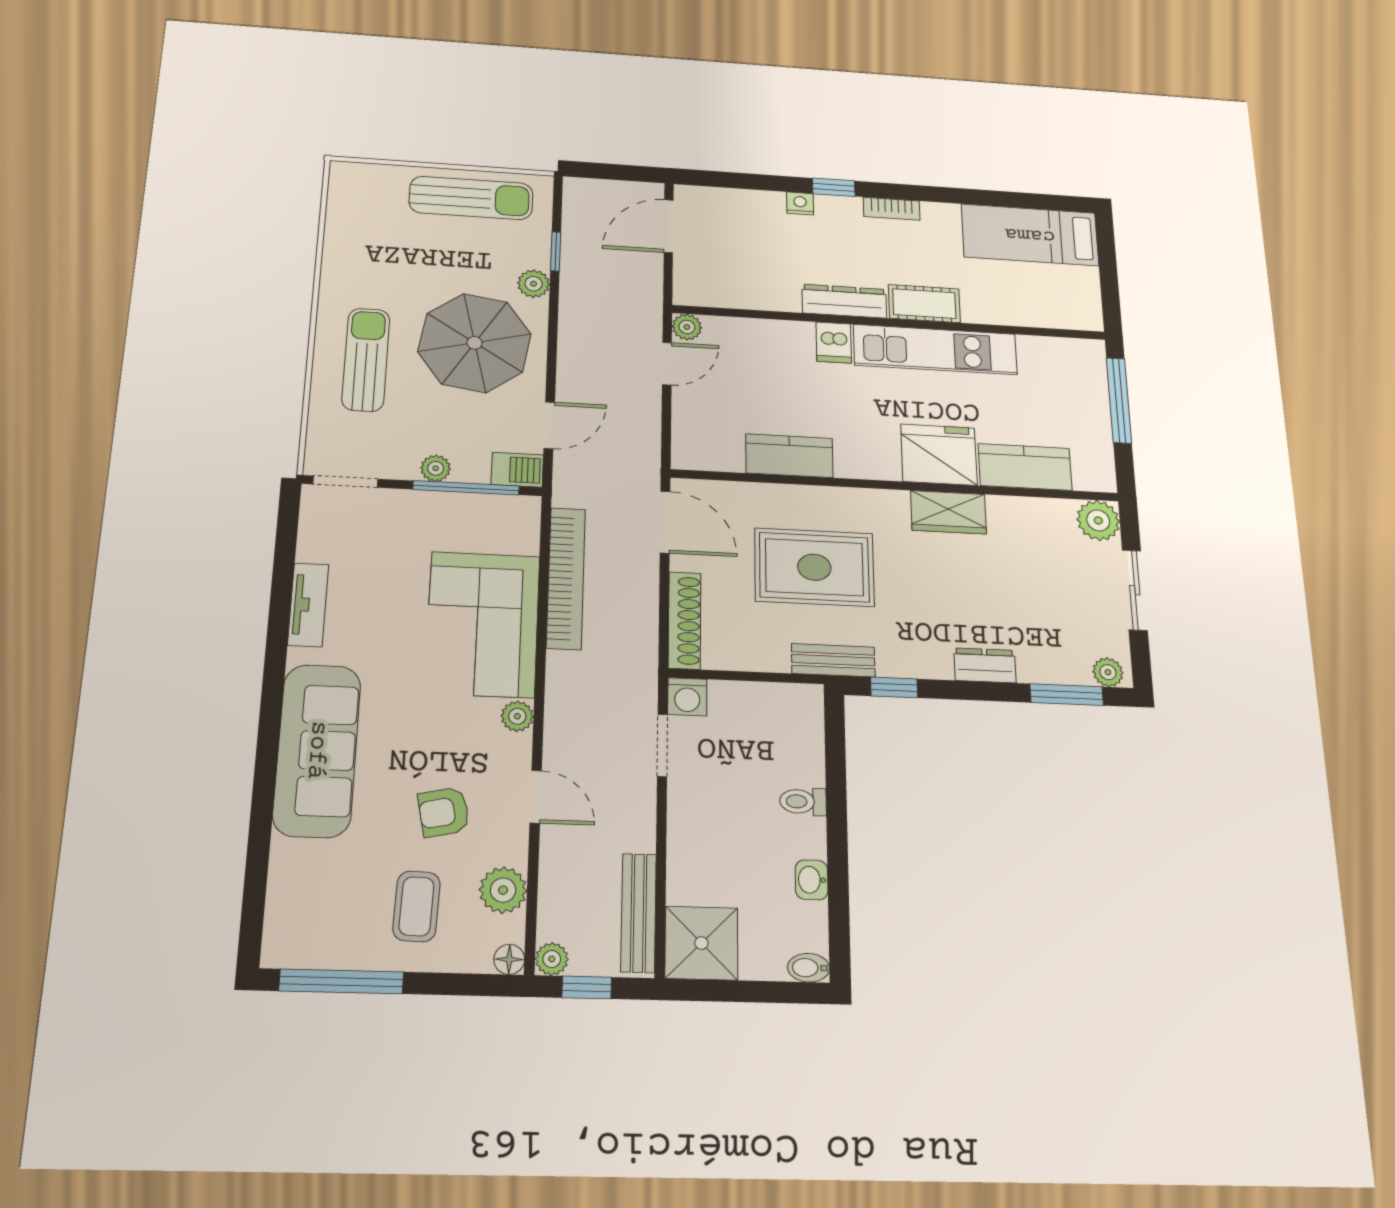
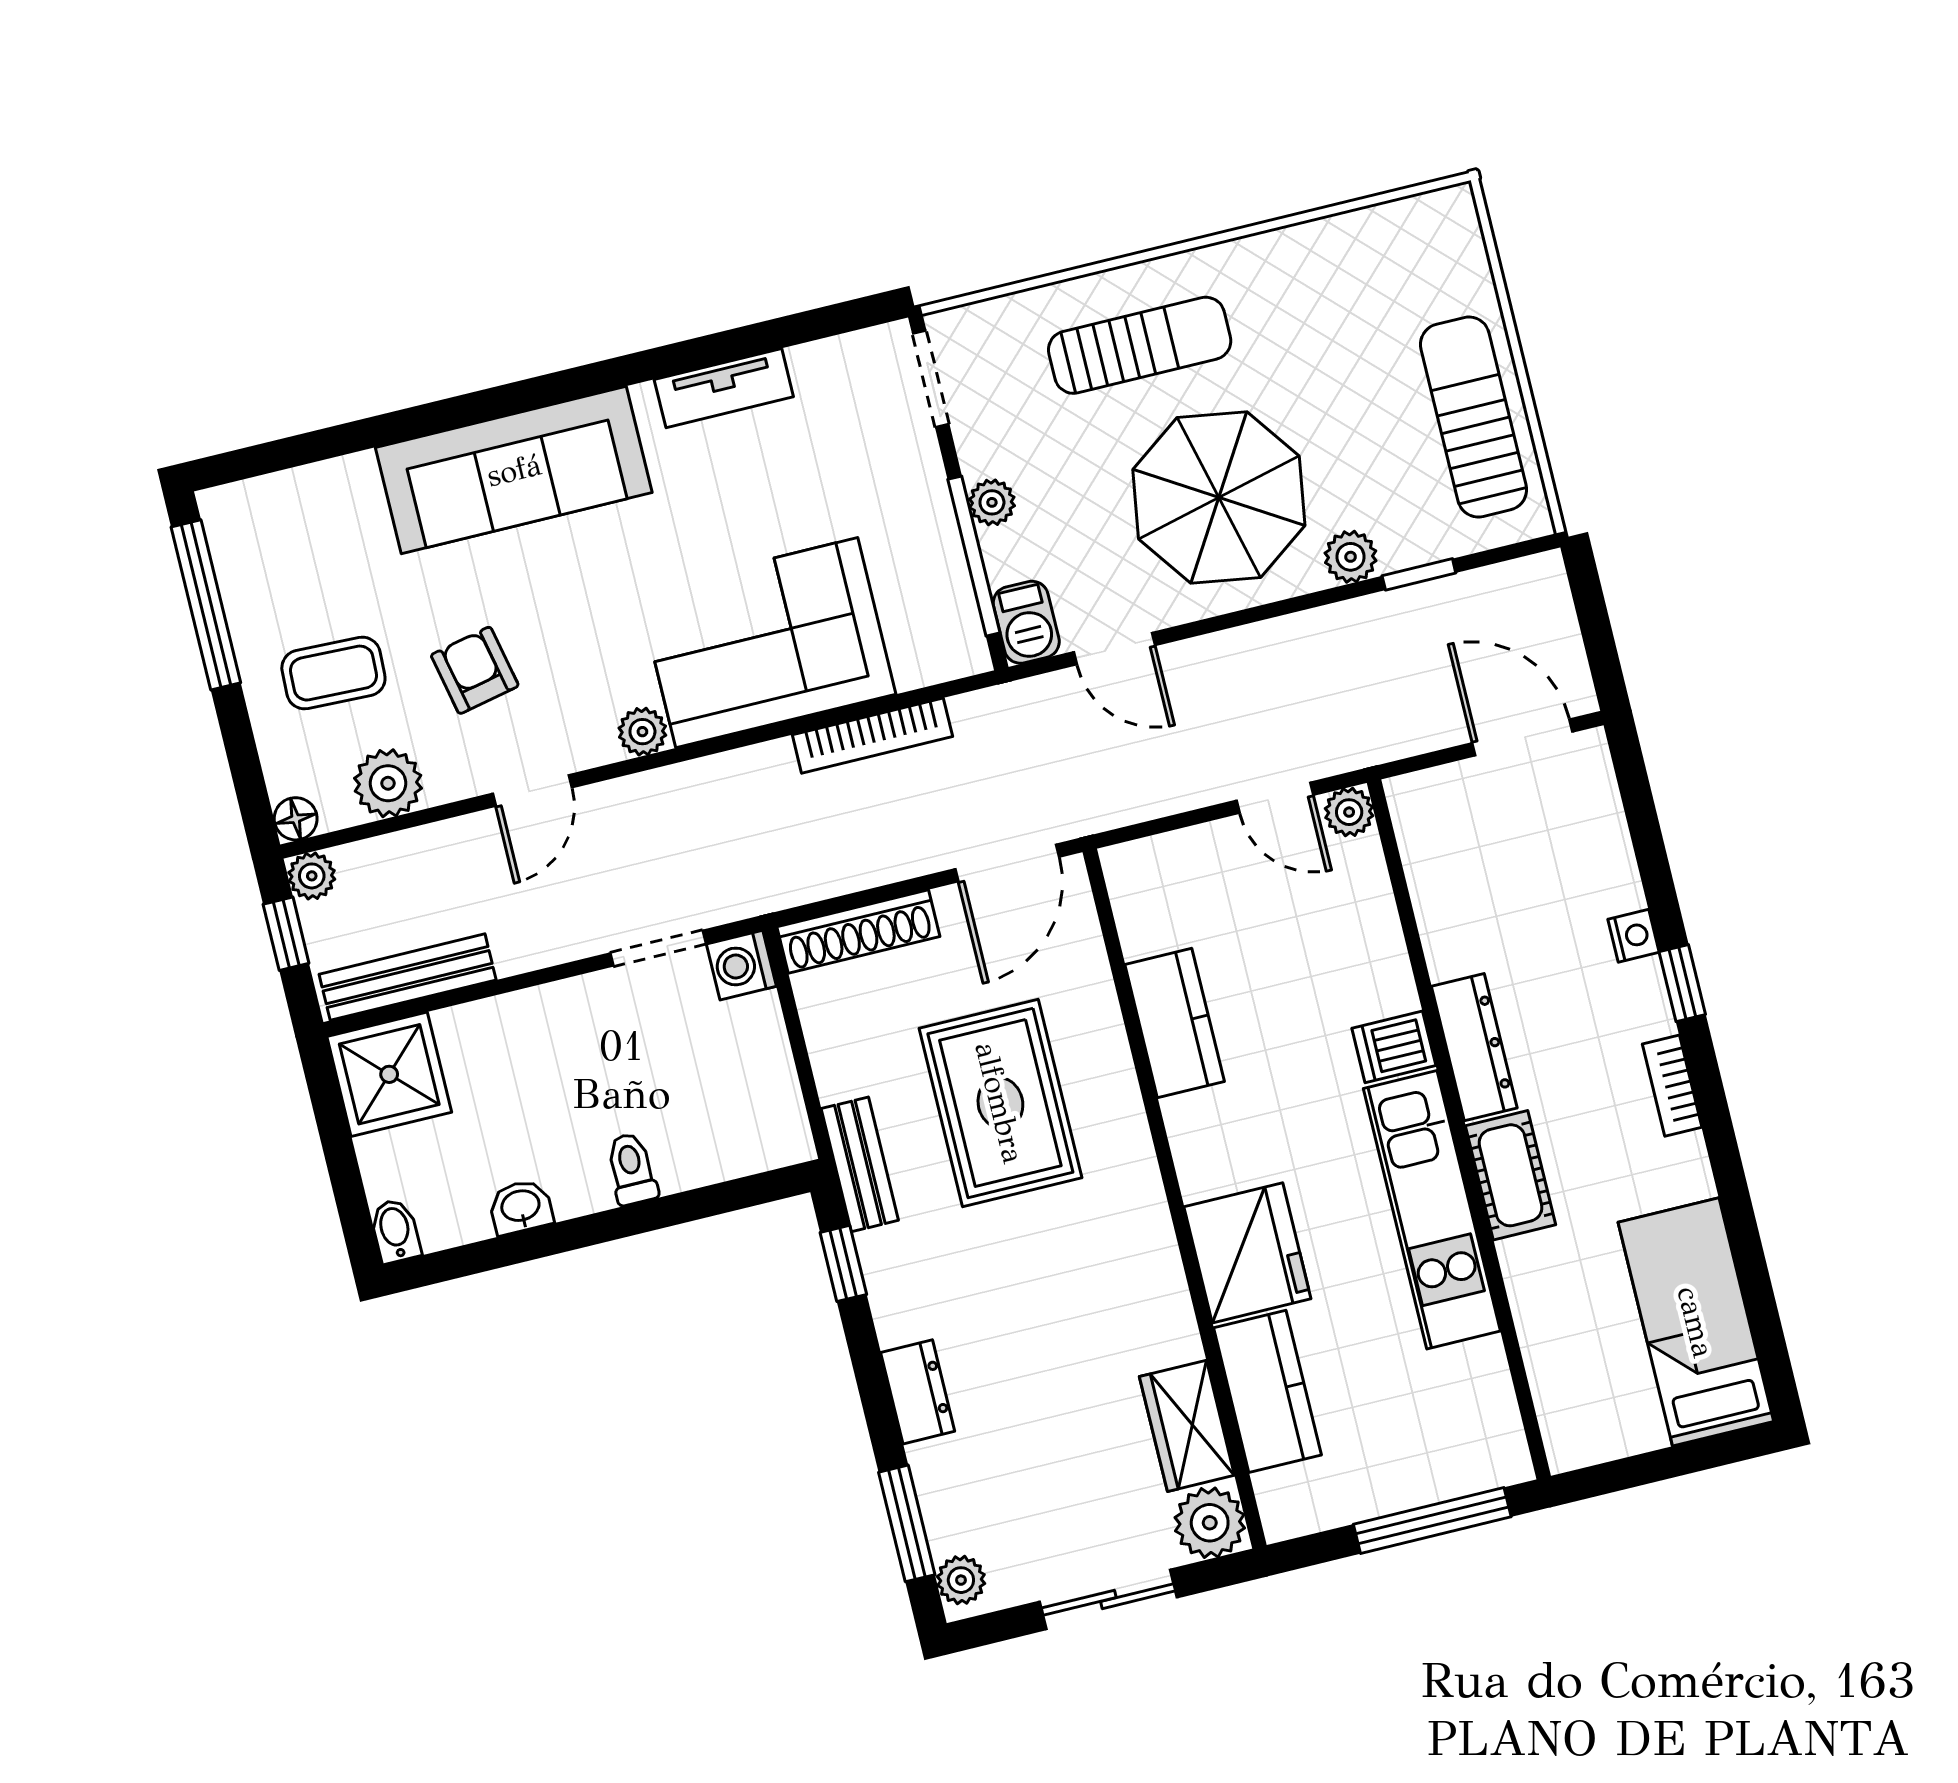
sun lounger: (471, 198) -> (1474, 417), turned 180
wardrobe: (948, 512) -> (1187, 1426), moved
bookcase: (566, 578) -> (872, 736), width x0.68, depth x0.76

